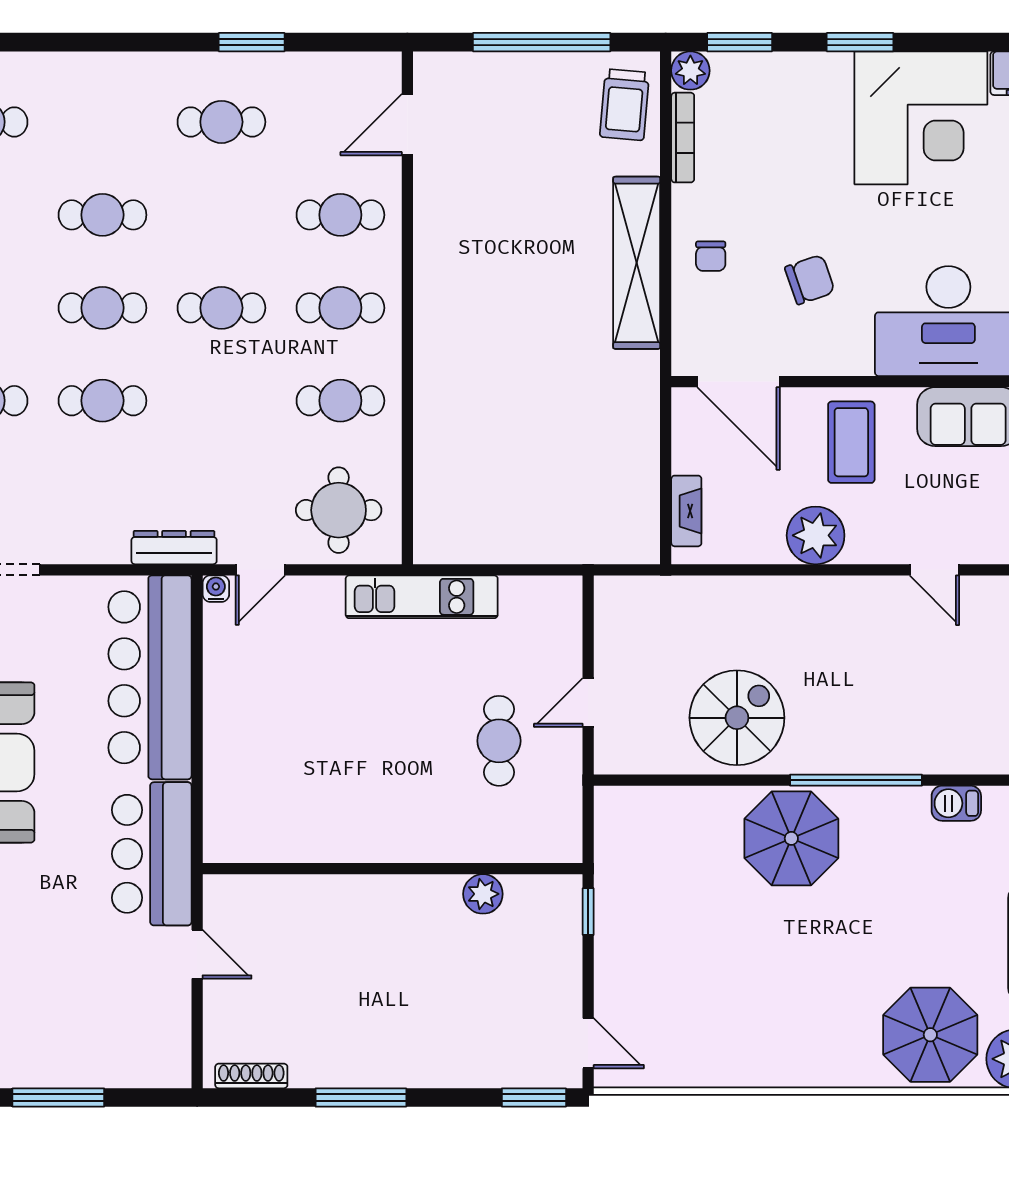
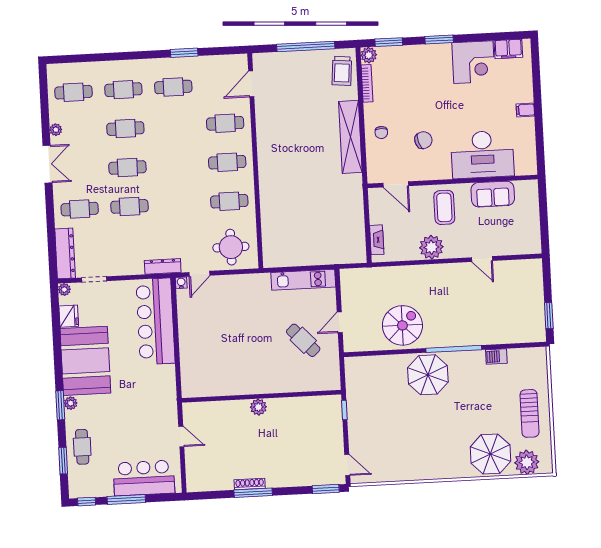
corner desk: (921, 118) -> (473, 62), width x0.74, depth x0.74
cafe table: (221, 308) -> (123, 90), moved
door: (738, 382) -> (396, 184), width x0.73
kitchen unit: (422, 597) -> (303, 280), moved
cafe table: (499, 741) -> (303, 340), turned -43
bar counter: (152, 854) -> (144, 478), moved, turned 90
plant: (483, 894) -> (258, 407), moved
shoe rack: (251, 1076) -> (250, 484), moved

